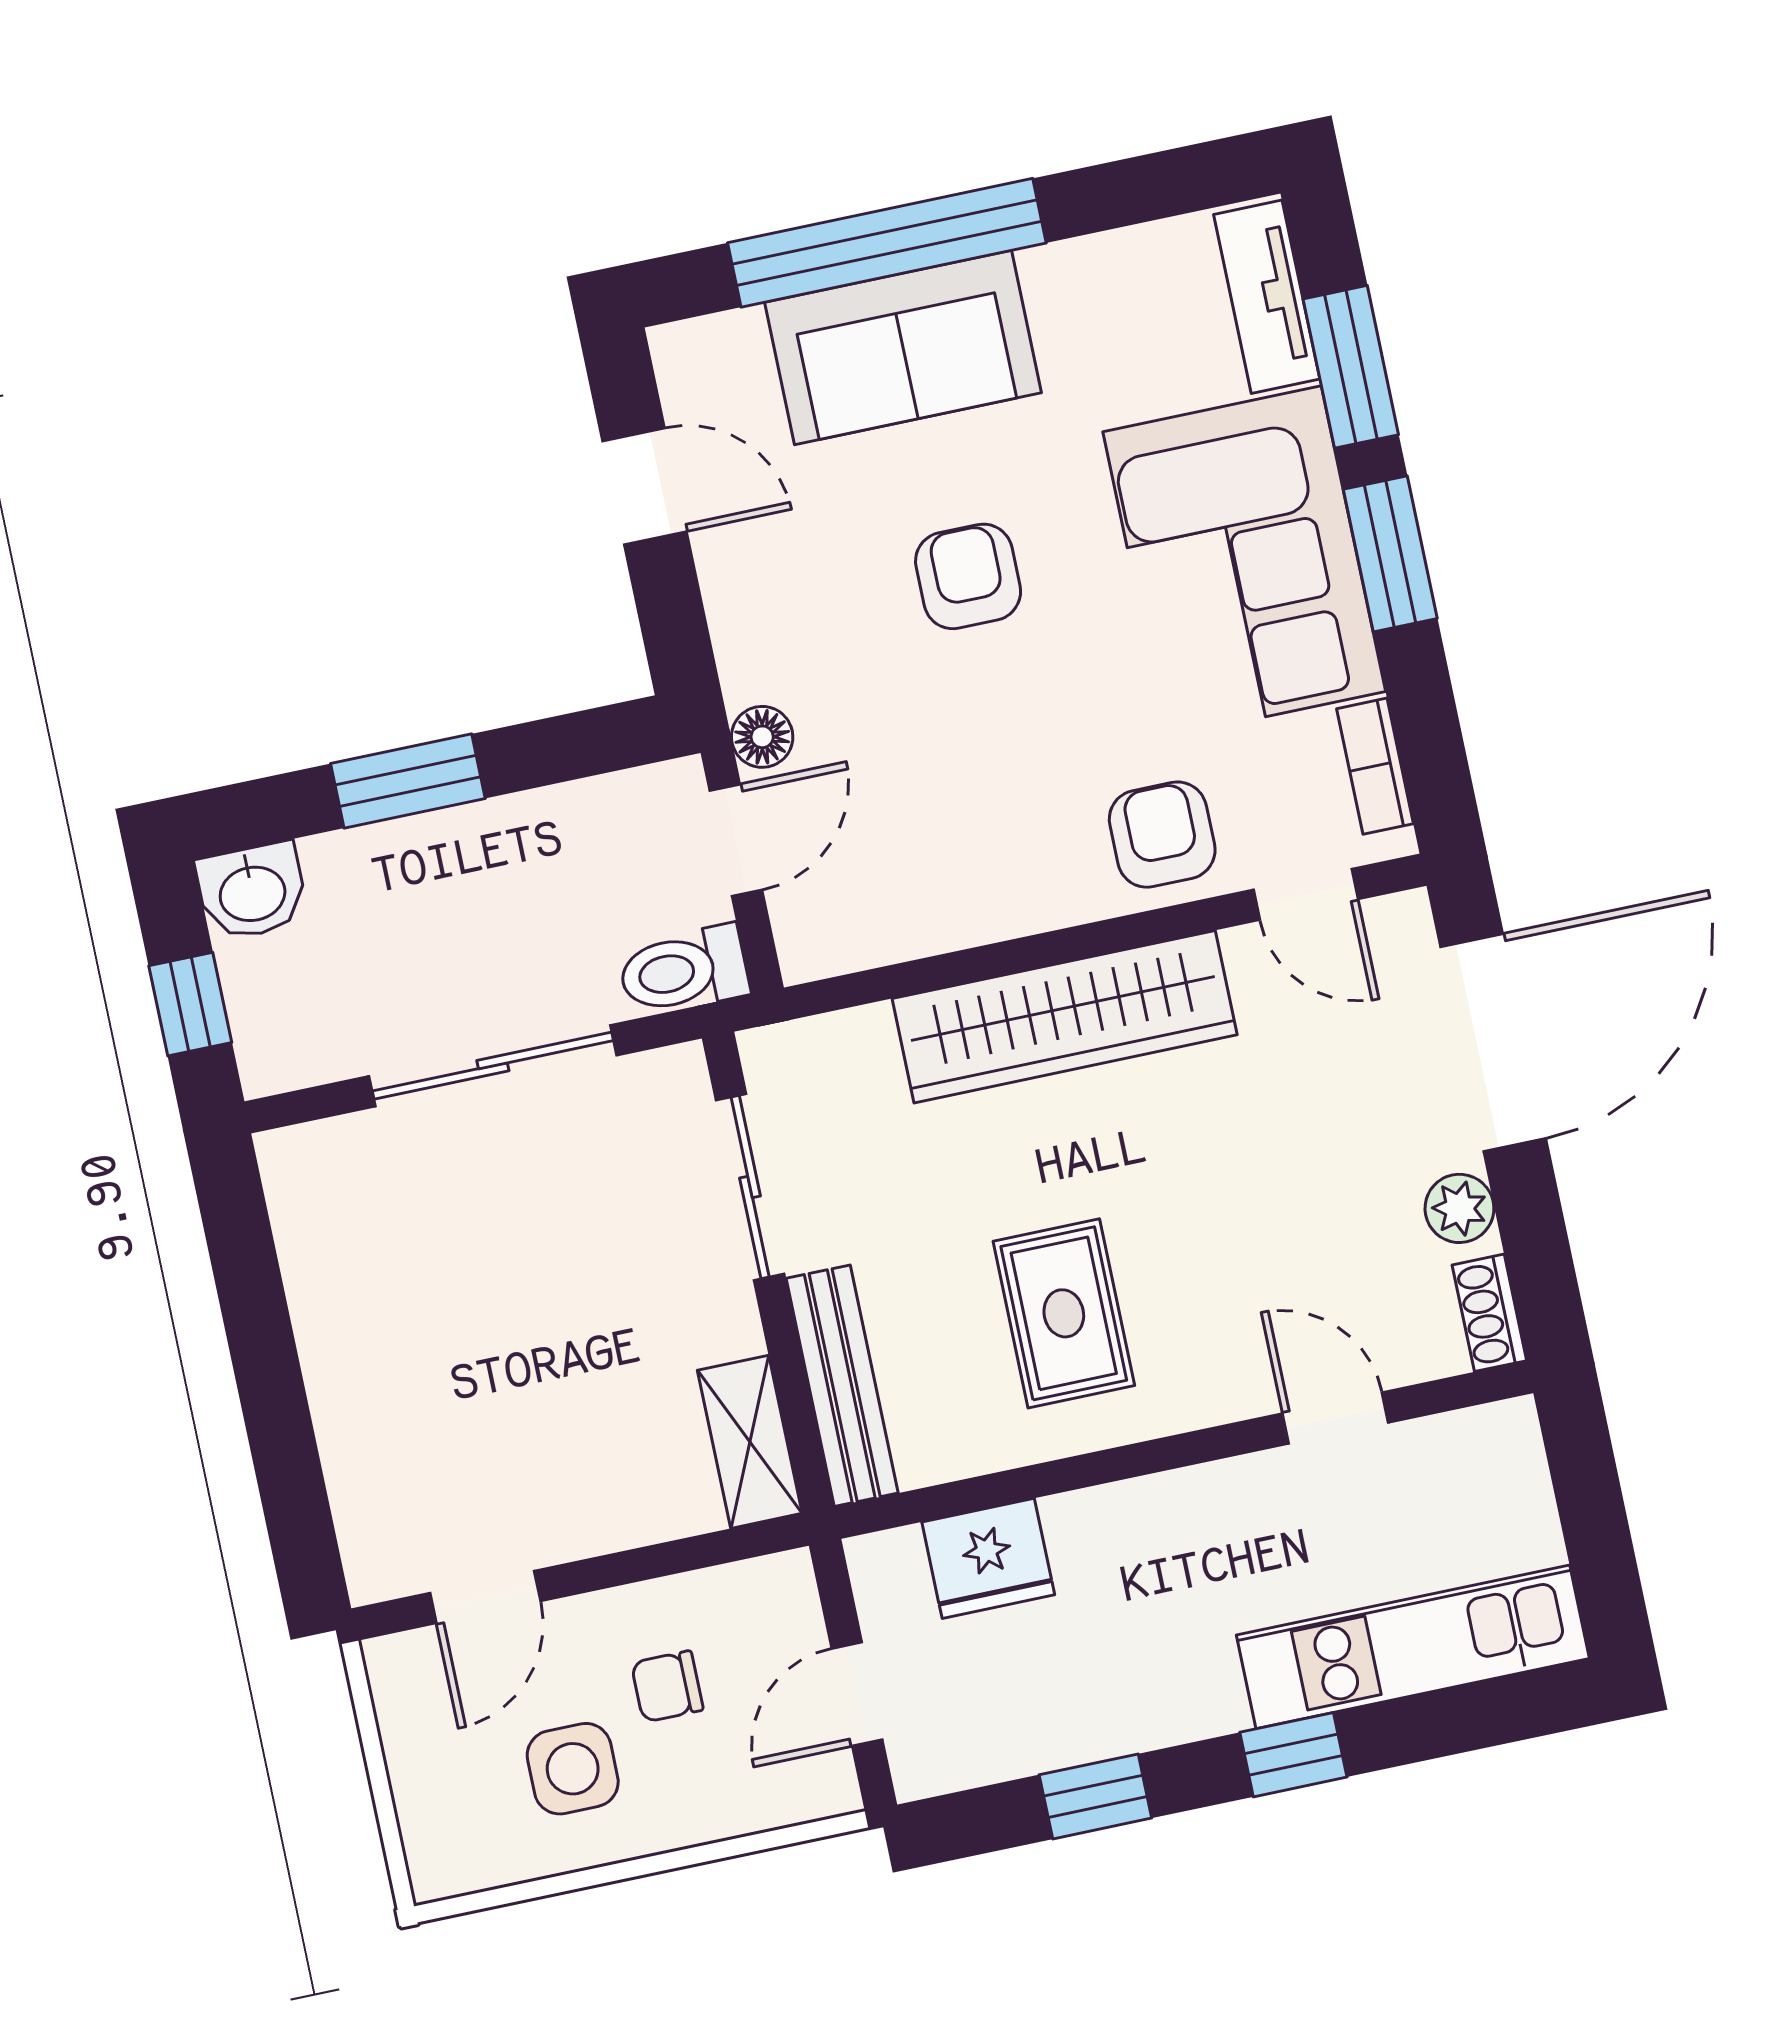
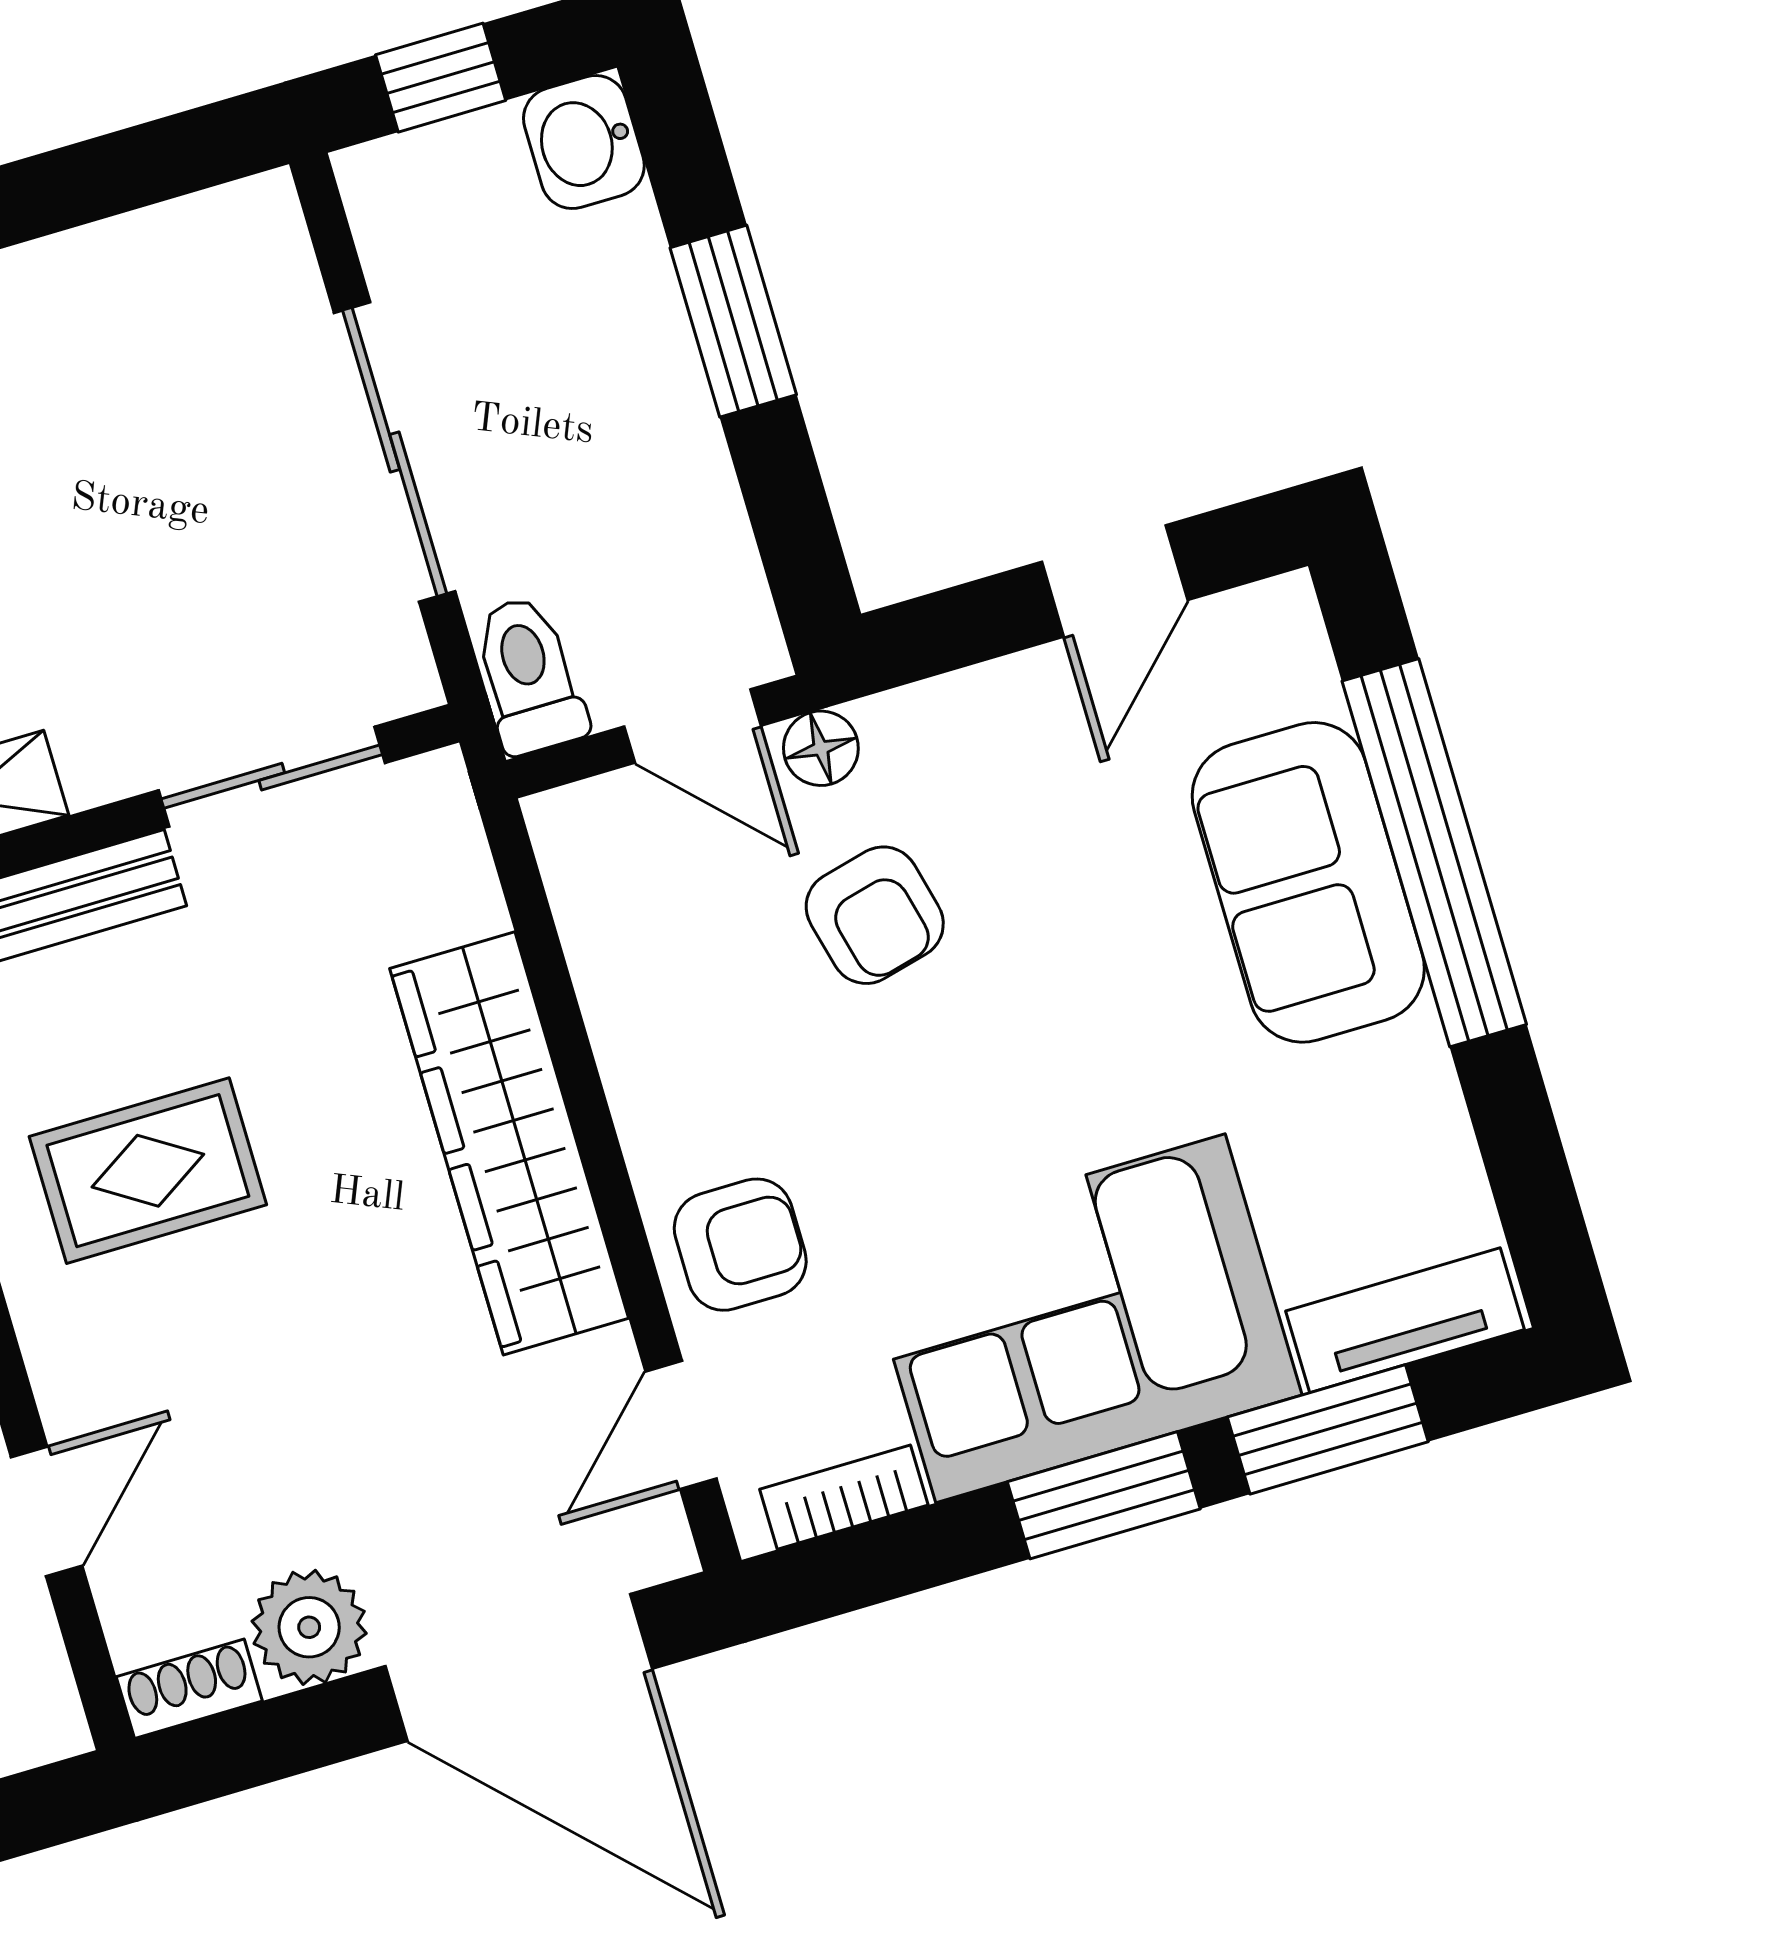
armchair: (968, 576) -> (875, 915), moved, turned 76
plant: (1459, 1208) -> (309, 1627), width x1.38, depth x1.38

